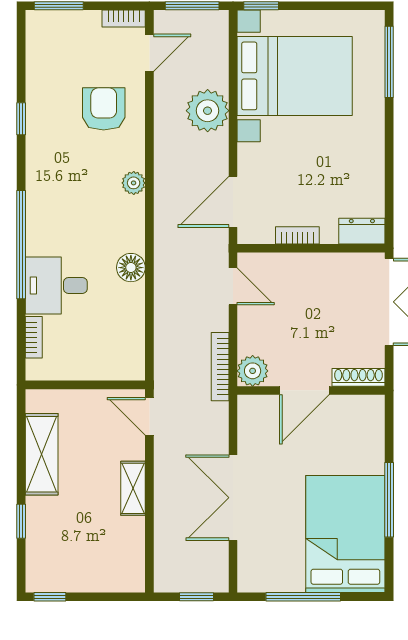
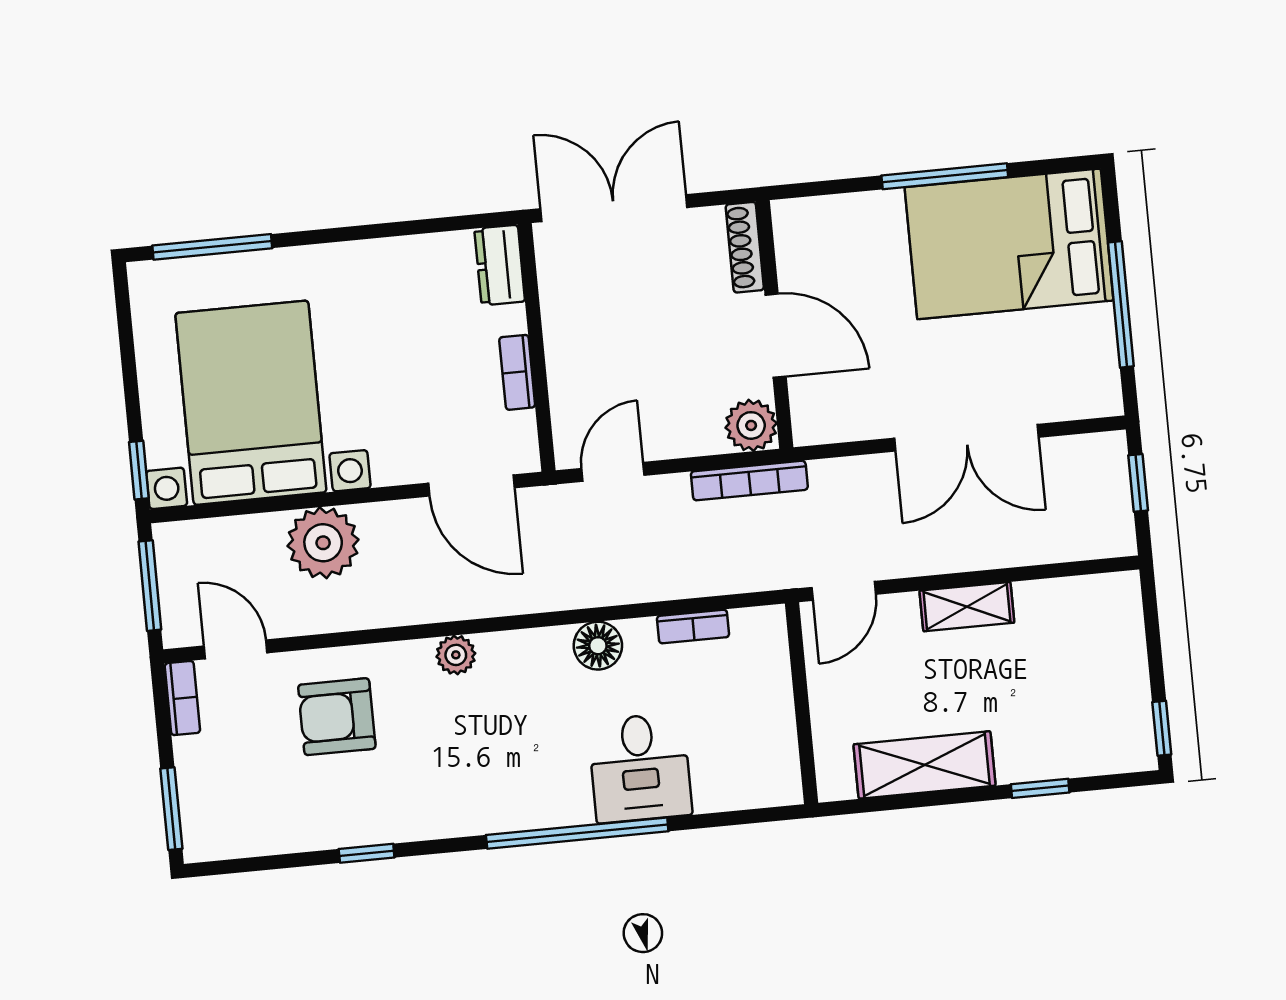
bookcase: (34, 337) -> (693, 627), moved, turned 180

